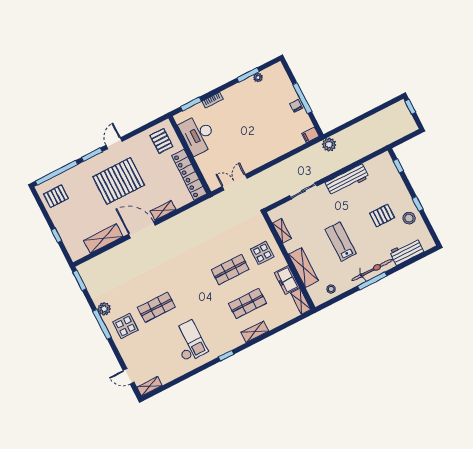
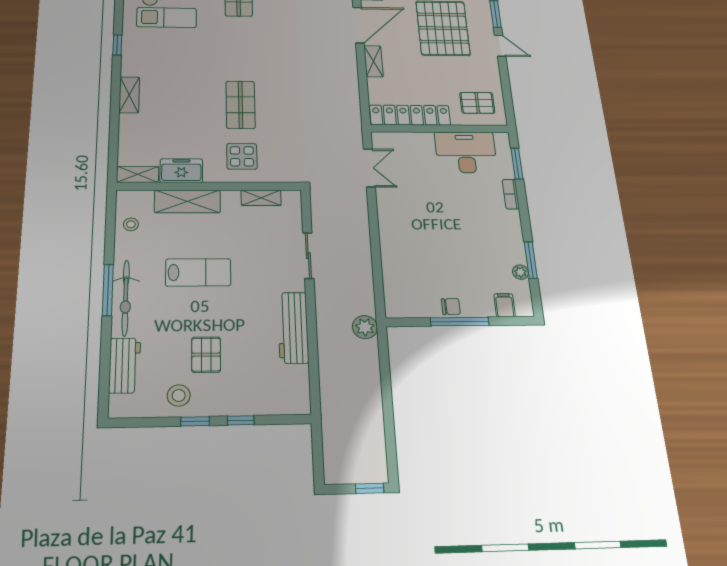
filing cabinet: (310, 135) -> (505, 305), moved
window: (398, 166) -> (241, 420), moved
shop shelf: (248, 303) -> (177, 104), removed

